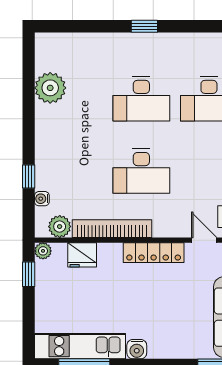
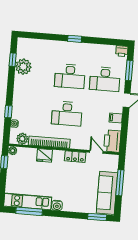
window: (29, 76) -> (13, 60), added
locker: (154, 253) -> (75, 157), width x0.66
fridge: (82, 255) -> (45, 155), moved

